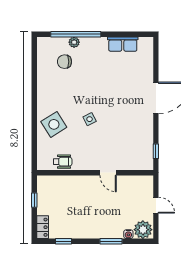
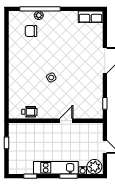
row of seats: (123, 44) -> (91, 17), moved
side table: (54, 124) -> (22, 82), removed
door: (108, 173) -> (66, 121), swing flipped
locker: (43, 227) -> (13, 165), removed
kitchen unit: (95, 231) -> (56, 168), added

